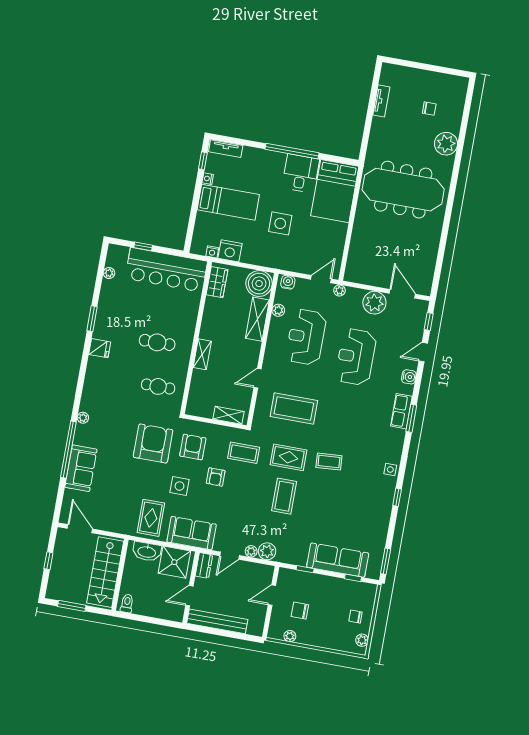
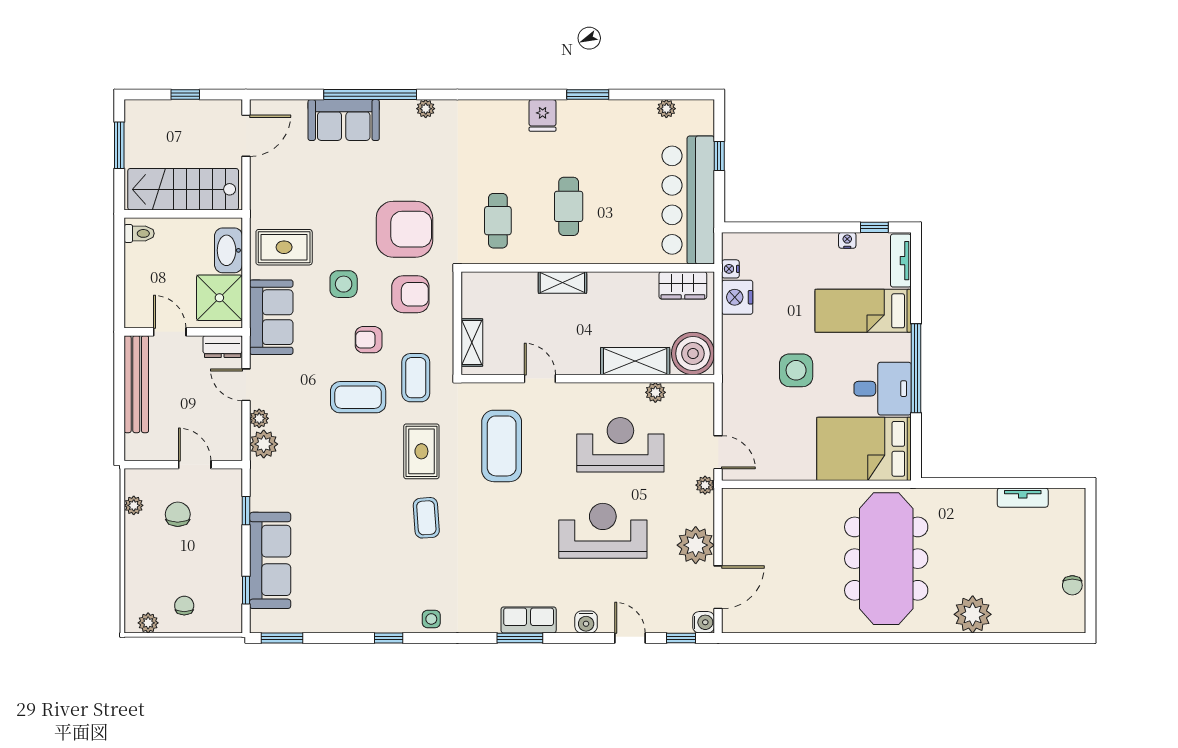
chair: (429, 109) -> (1072, 585), moved
bed: (228, 202) -> (863, 311), moved, turned 90
water cooler: (288, 282) -> (704, 622), moved
coffee table: (284, 496) -> (358, 397), moved

